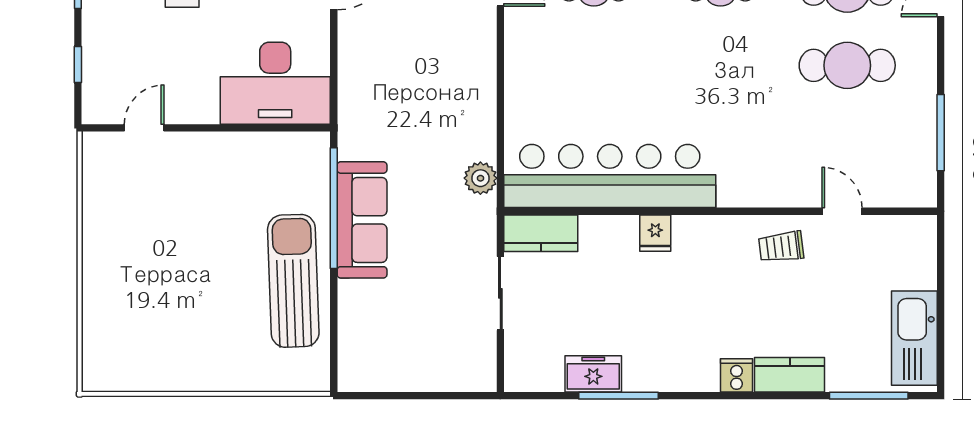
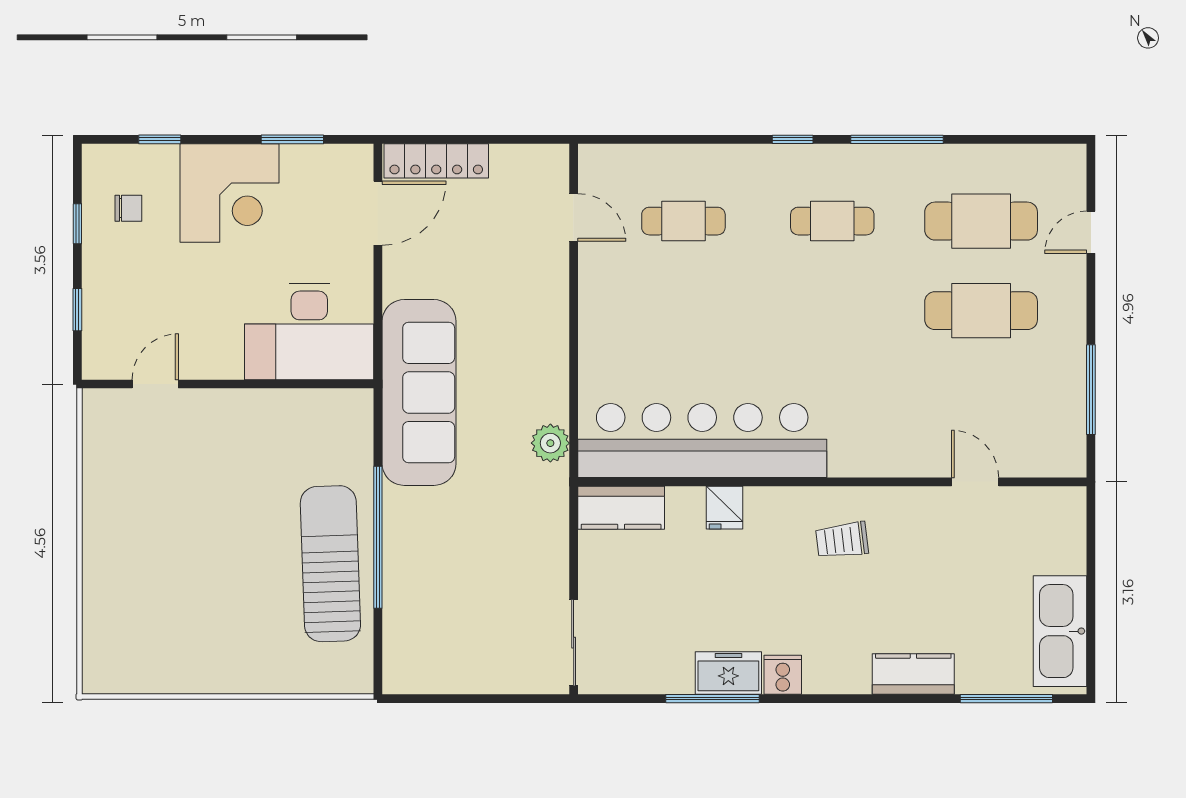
window: (334, 208) -> (378, 537), moved
sofa: (362, 220) -> (419, 392), moved, width x1.36, depth x1.27
fridge: (655, 233) -> (724, 508), moved
trolley: (781, 247) -> (842, 540), moved
sliding door: (500, 293) -> (574, 643), moved
freezer: (593, 374) -> (728, 673), moved
cooker: (737, 375) -> (783, 675), moved

